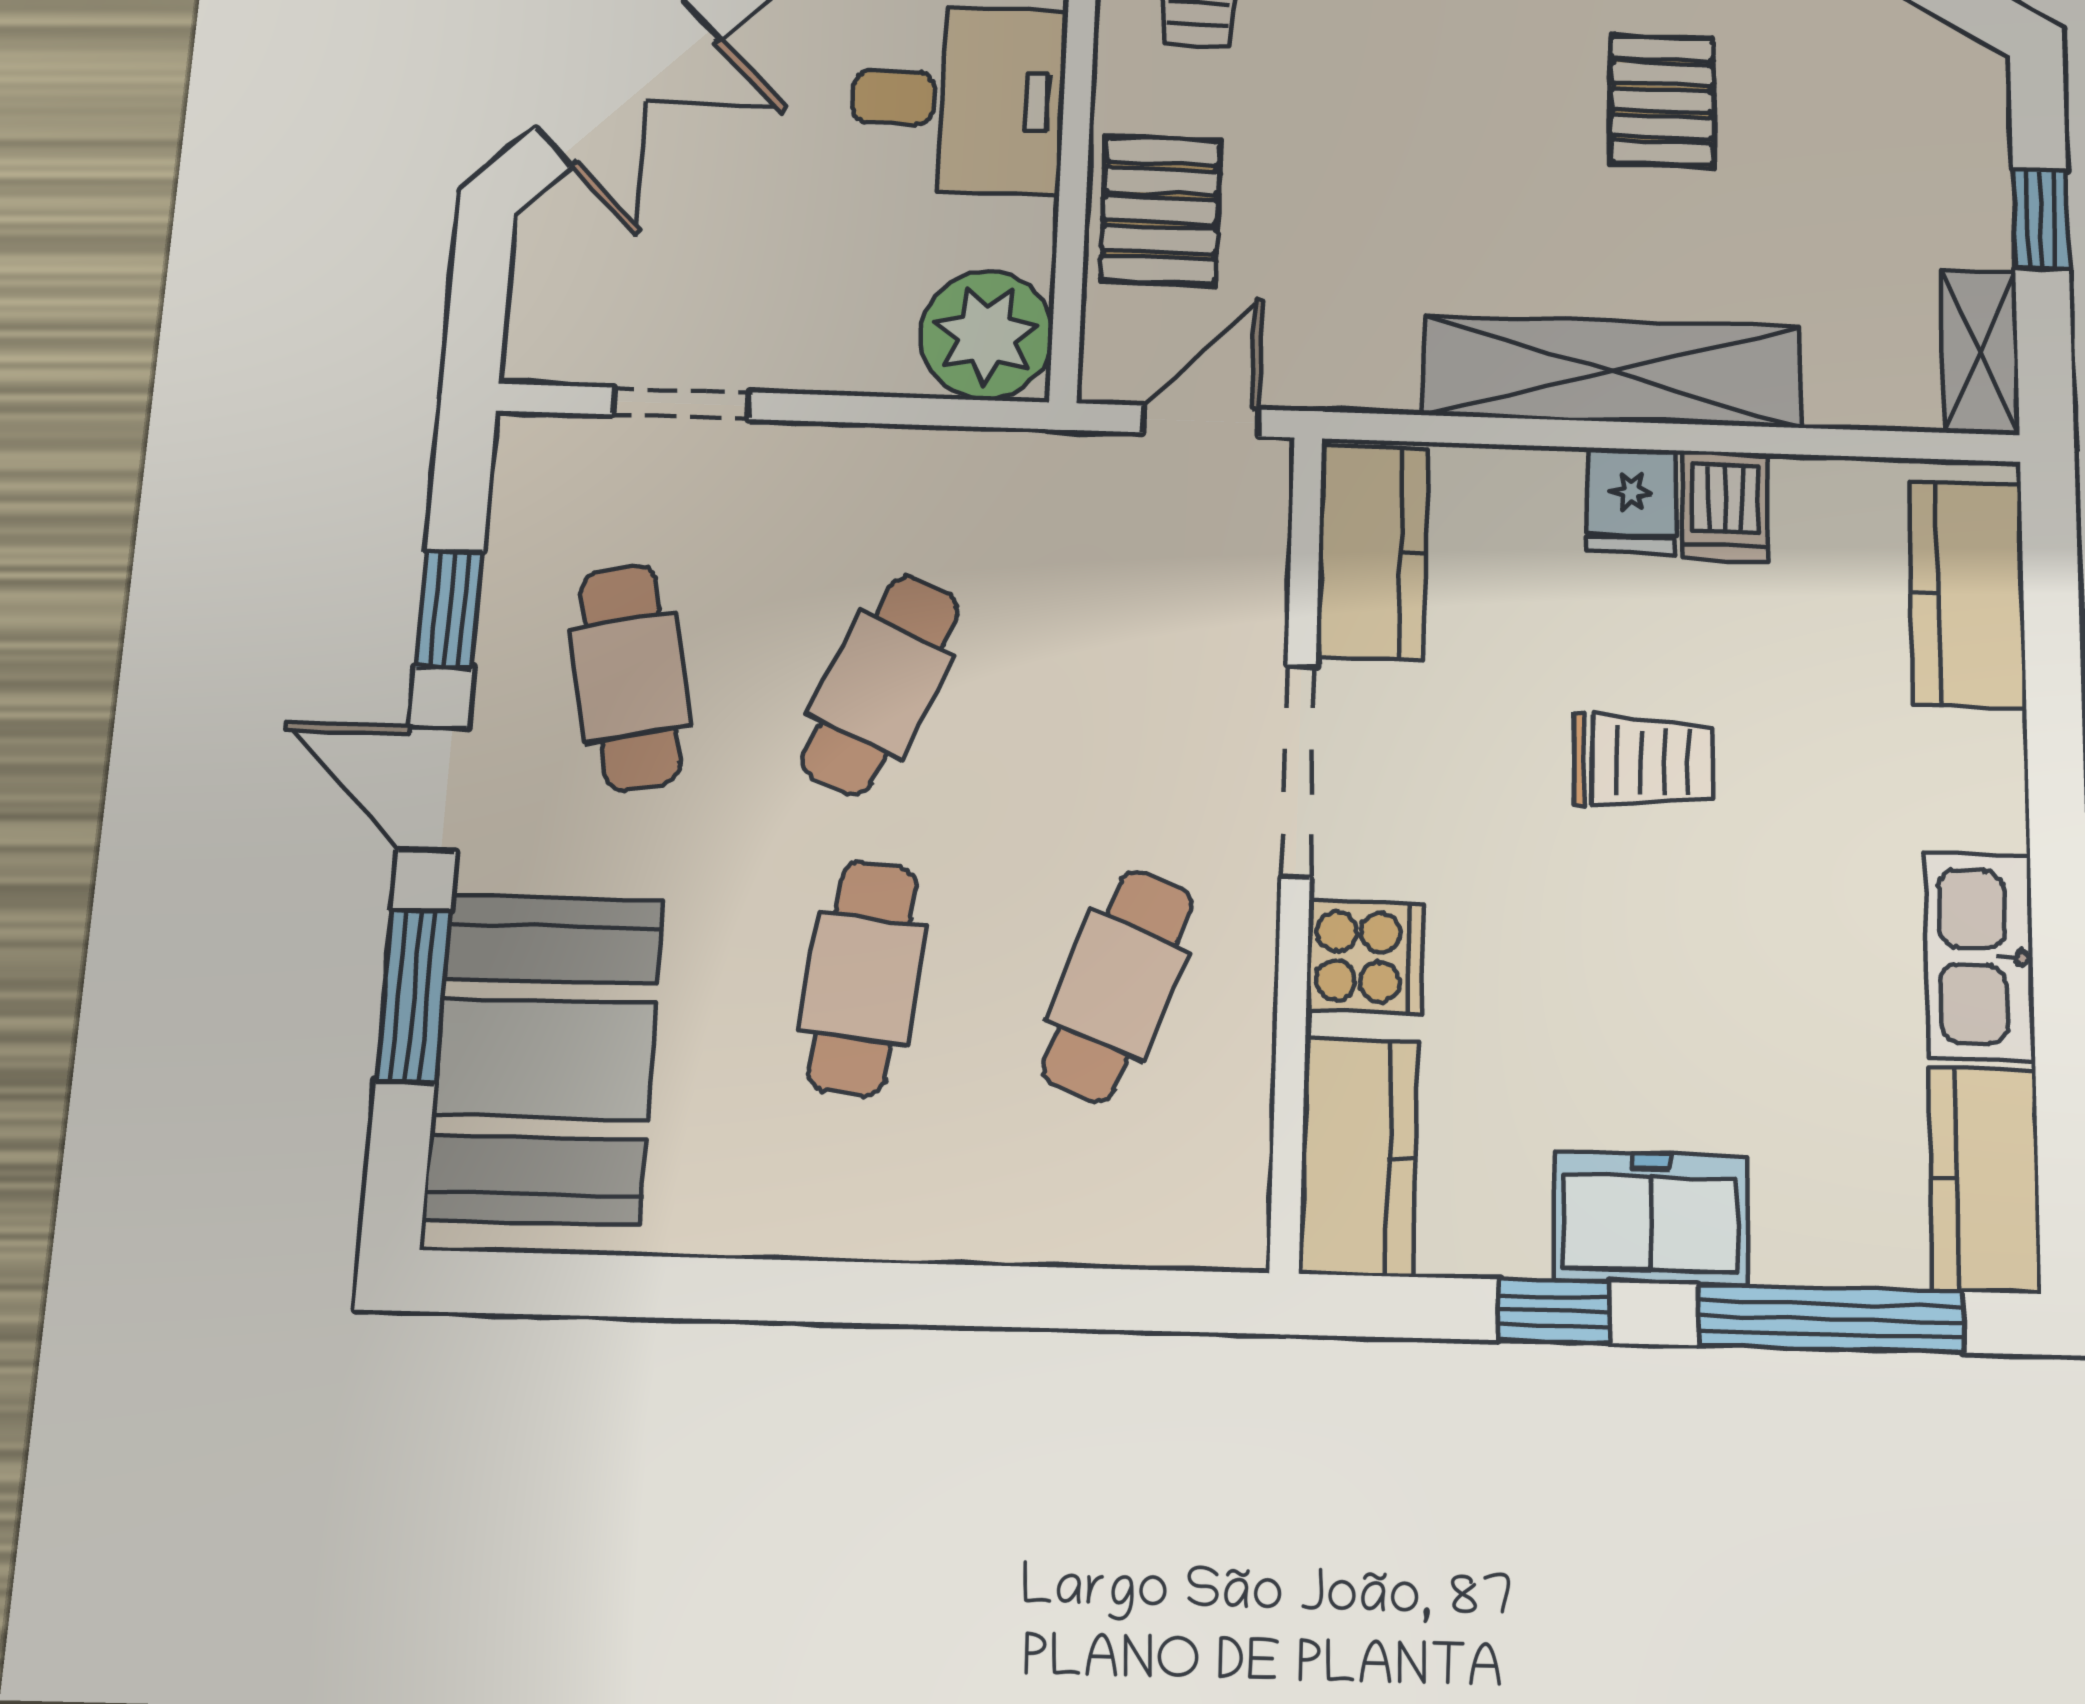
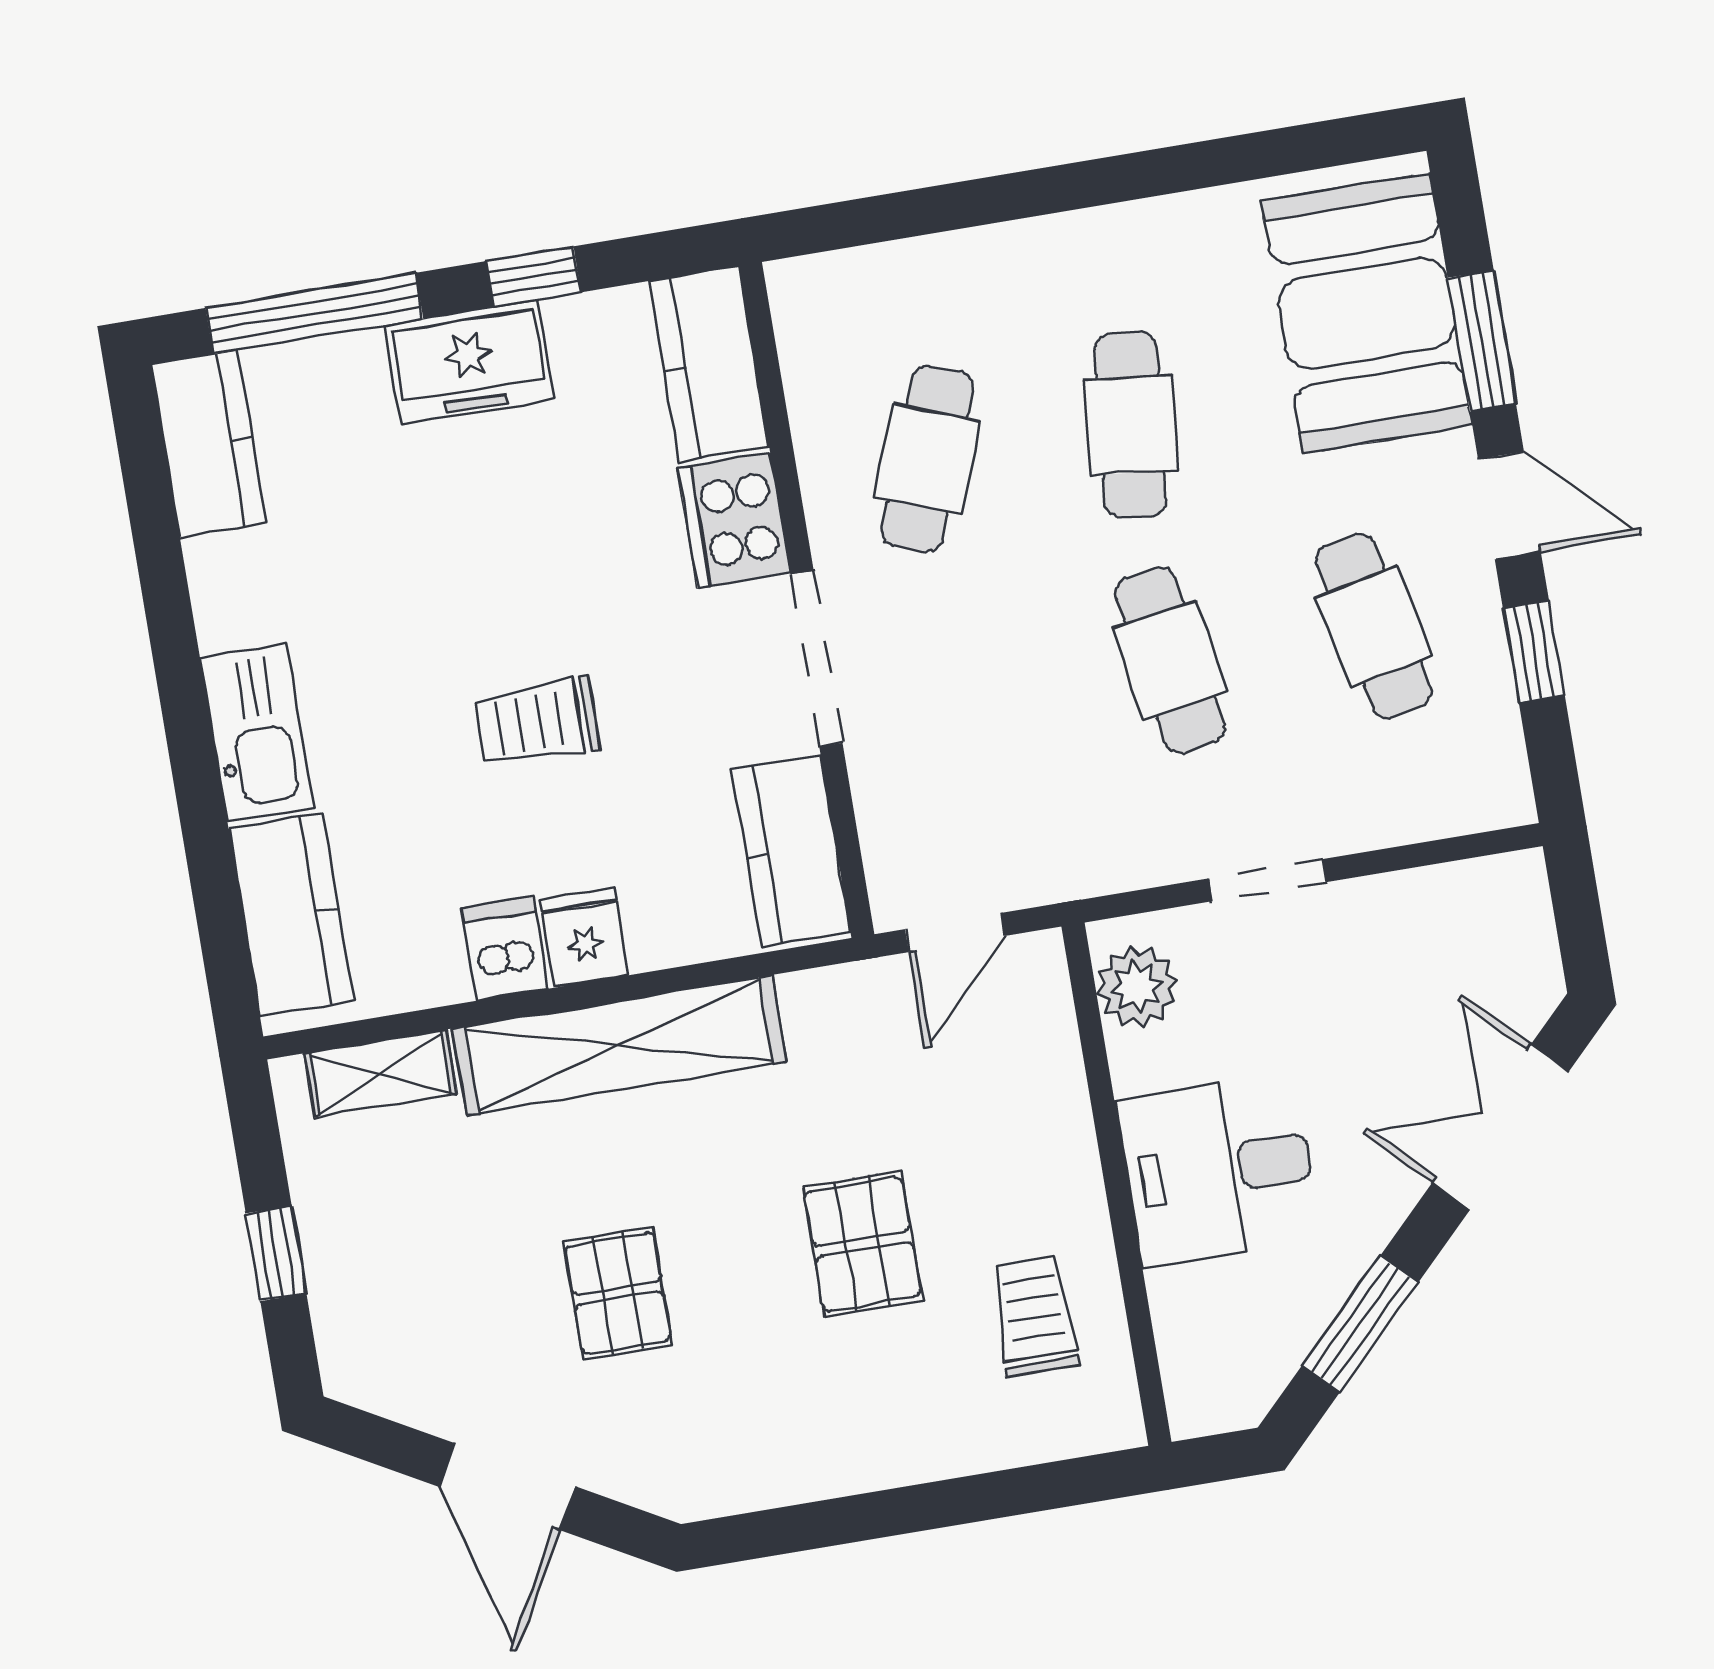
pallet: (1160, 210) -> (863, 1244), moved
plant: (986, 335) -> (1137, 987), width x0.73, depth x0.73
shelving: (1980, 352) -> (381, 1073), moved, turned 90
doorway: (681, 403) -> (1267, 880), moved
cafe table: (881, 685) -> (1170, 660), turned -33
cooker: (1365, 957) -> (734, 520), width x1.36
kitchen sink: (1980, 957) -> (257, 733), moved

